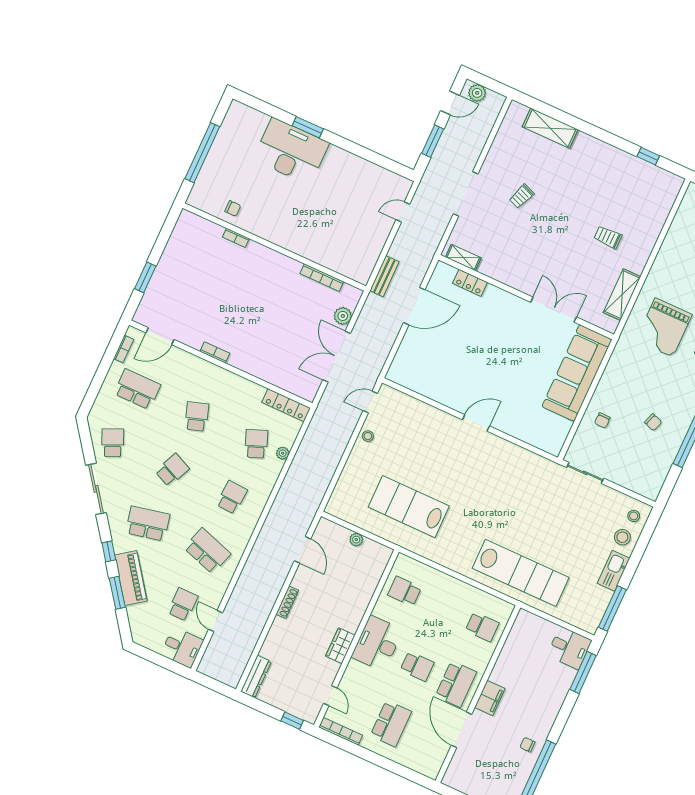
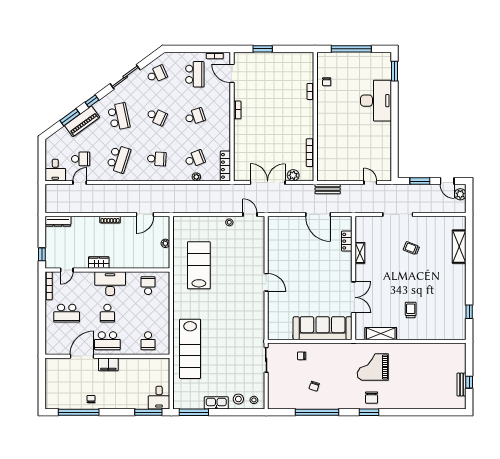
window: (308, 127) -> (395, 71), moved
shelving: (463, 257) -> (360, 253), moved

